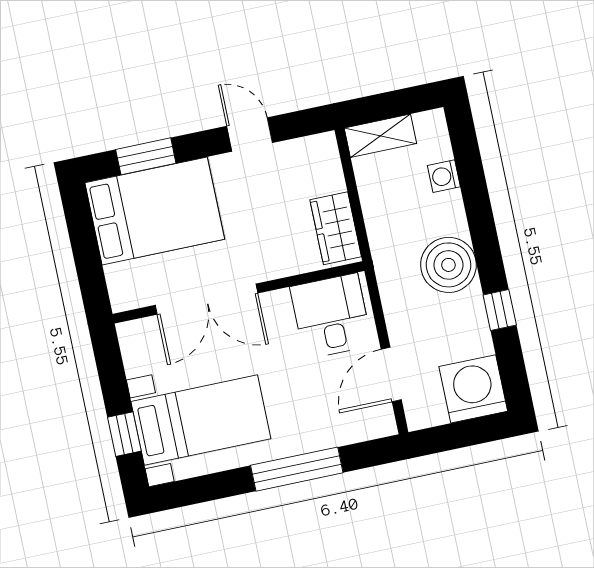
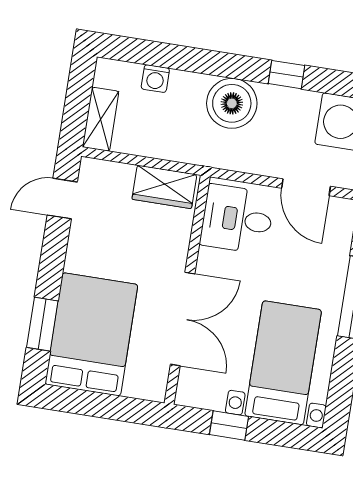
door: (250, 134) -> (62, 199), moved
window: (124, 434) -> (229, 425), moved

